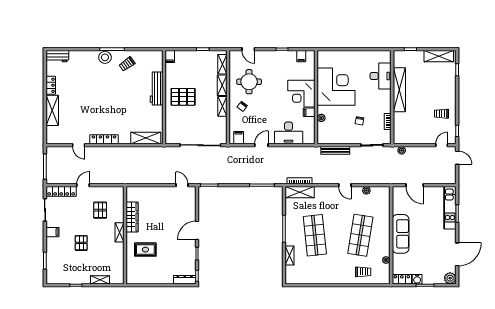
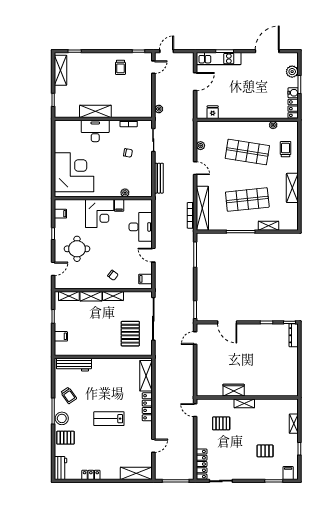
filing cabinet: (170, 57) -> (61, 336), moved
pallet: (86, 61) -> (65, 438), added
desk: (381, 76) -> (95, 131), moved
round table: (249, 82) -> (77, 249), moved
corner desk: (336, 87) -> (74, 172), moved, turned 90
workbench: (157, 88) -> (74, 365), moved
shelving: (399, 90) -> (95, 111), width x0.68
pallet: (183, 97) -> (130, 334), moved
lab bench: (105, 103) -> (109, 419), added
shelving: (52, 110) -> (136, 473), moved
locker: (104, 139) -> (147, 407), moved
door: (442, 145) -> (153, 67), swing flipped
door: (83, 185) -> (195, 410), moved
door: (345, 185) -> (195, 168), hinge flipped
door: (415, 185) -> (195, 82), moved
shelving: (300, 192) -> (202, 208), width x1.47
fridge: (398, 202) -> (213, 112), added
wardrobe: (132, 217) -> (234, 390), width x0.67
door: (197, 230) -> (227, 322), moved
filing cabinet: (53, 232) -> (288, 473), moved
sofa: (401, 234) -> (246, 110), removed
pallet: (81, 243) -> (265, 451), moved
rug: (145, 250) -> (262, 376), removed
door: (457, 254) -> (267, 51), hinge flipped
shelving: (326, 278) -> (292, 188), added
plant: (450, 278) -> (292, 72), moved

